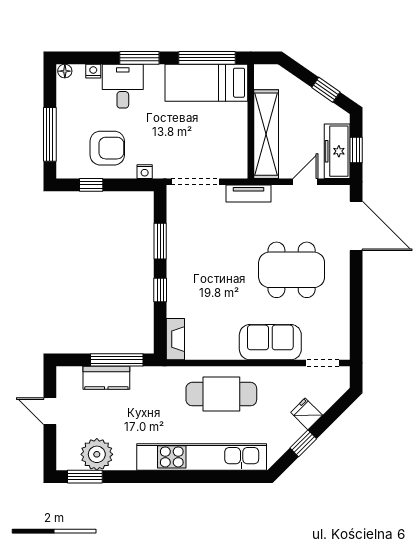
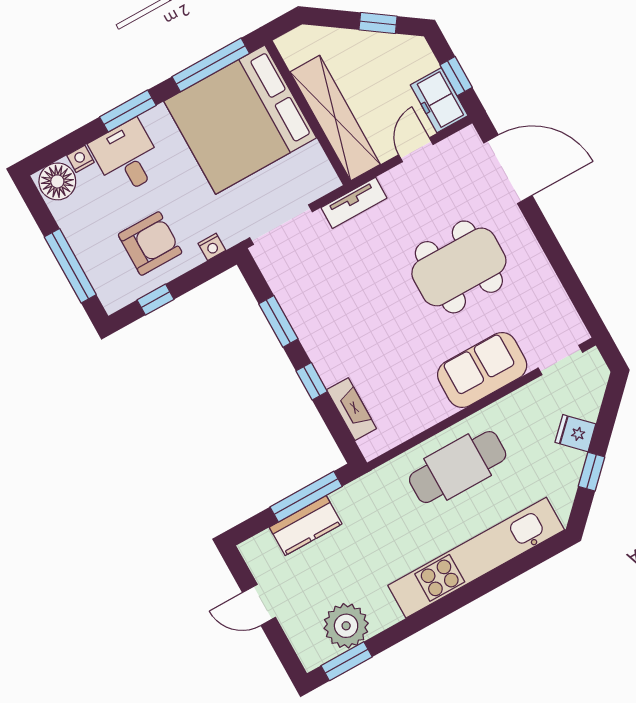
floor lamp: (65, 71) -> (57, 181), width x1.89, depth x1.89
bed: (206, 83) -> (240, 120), width x2.04
freezer: (337, 151) -> (439, 100), width x0.71
fireplace: (175, 339) -> (352, 409), moved

